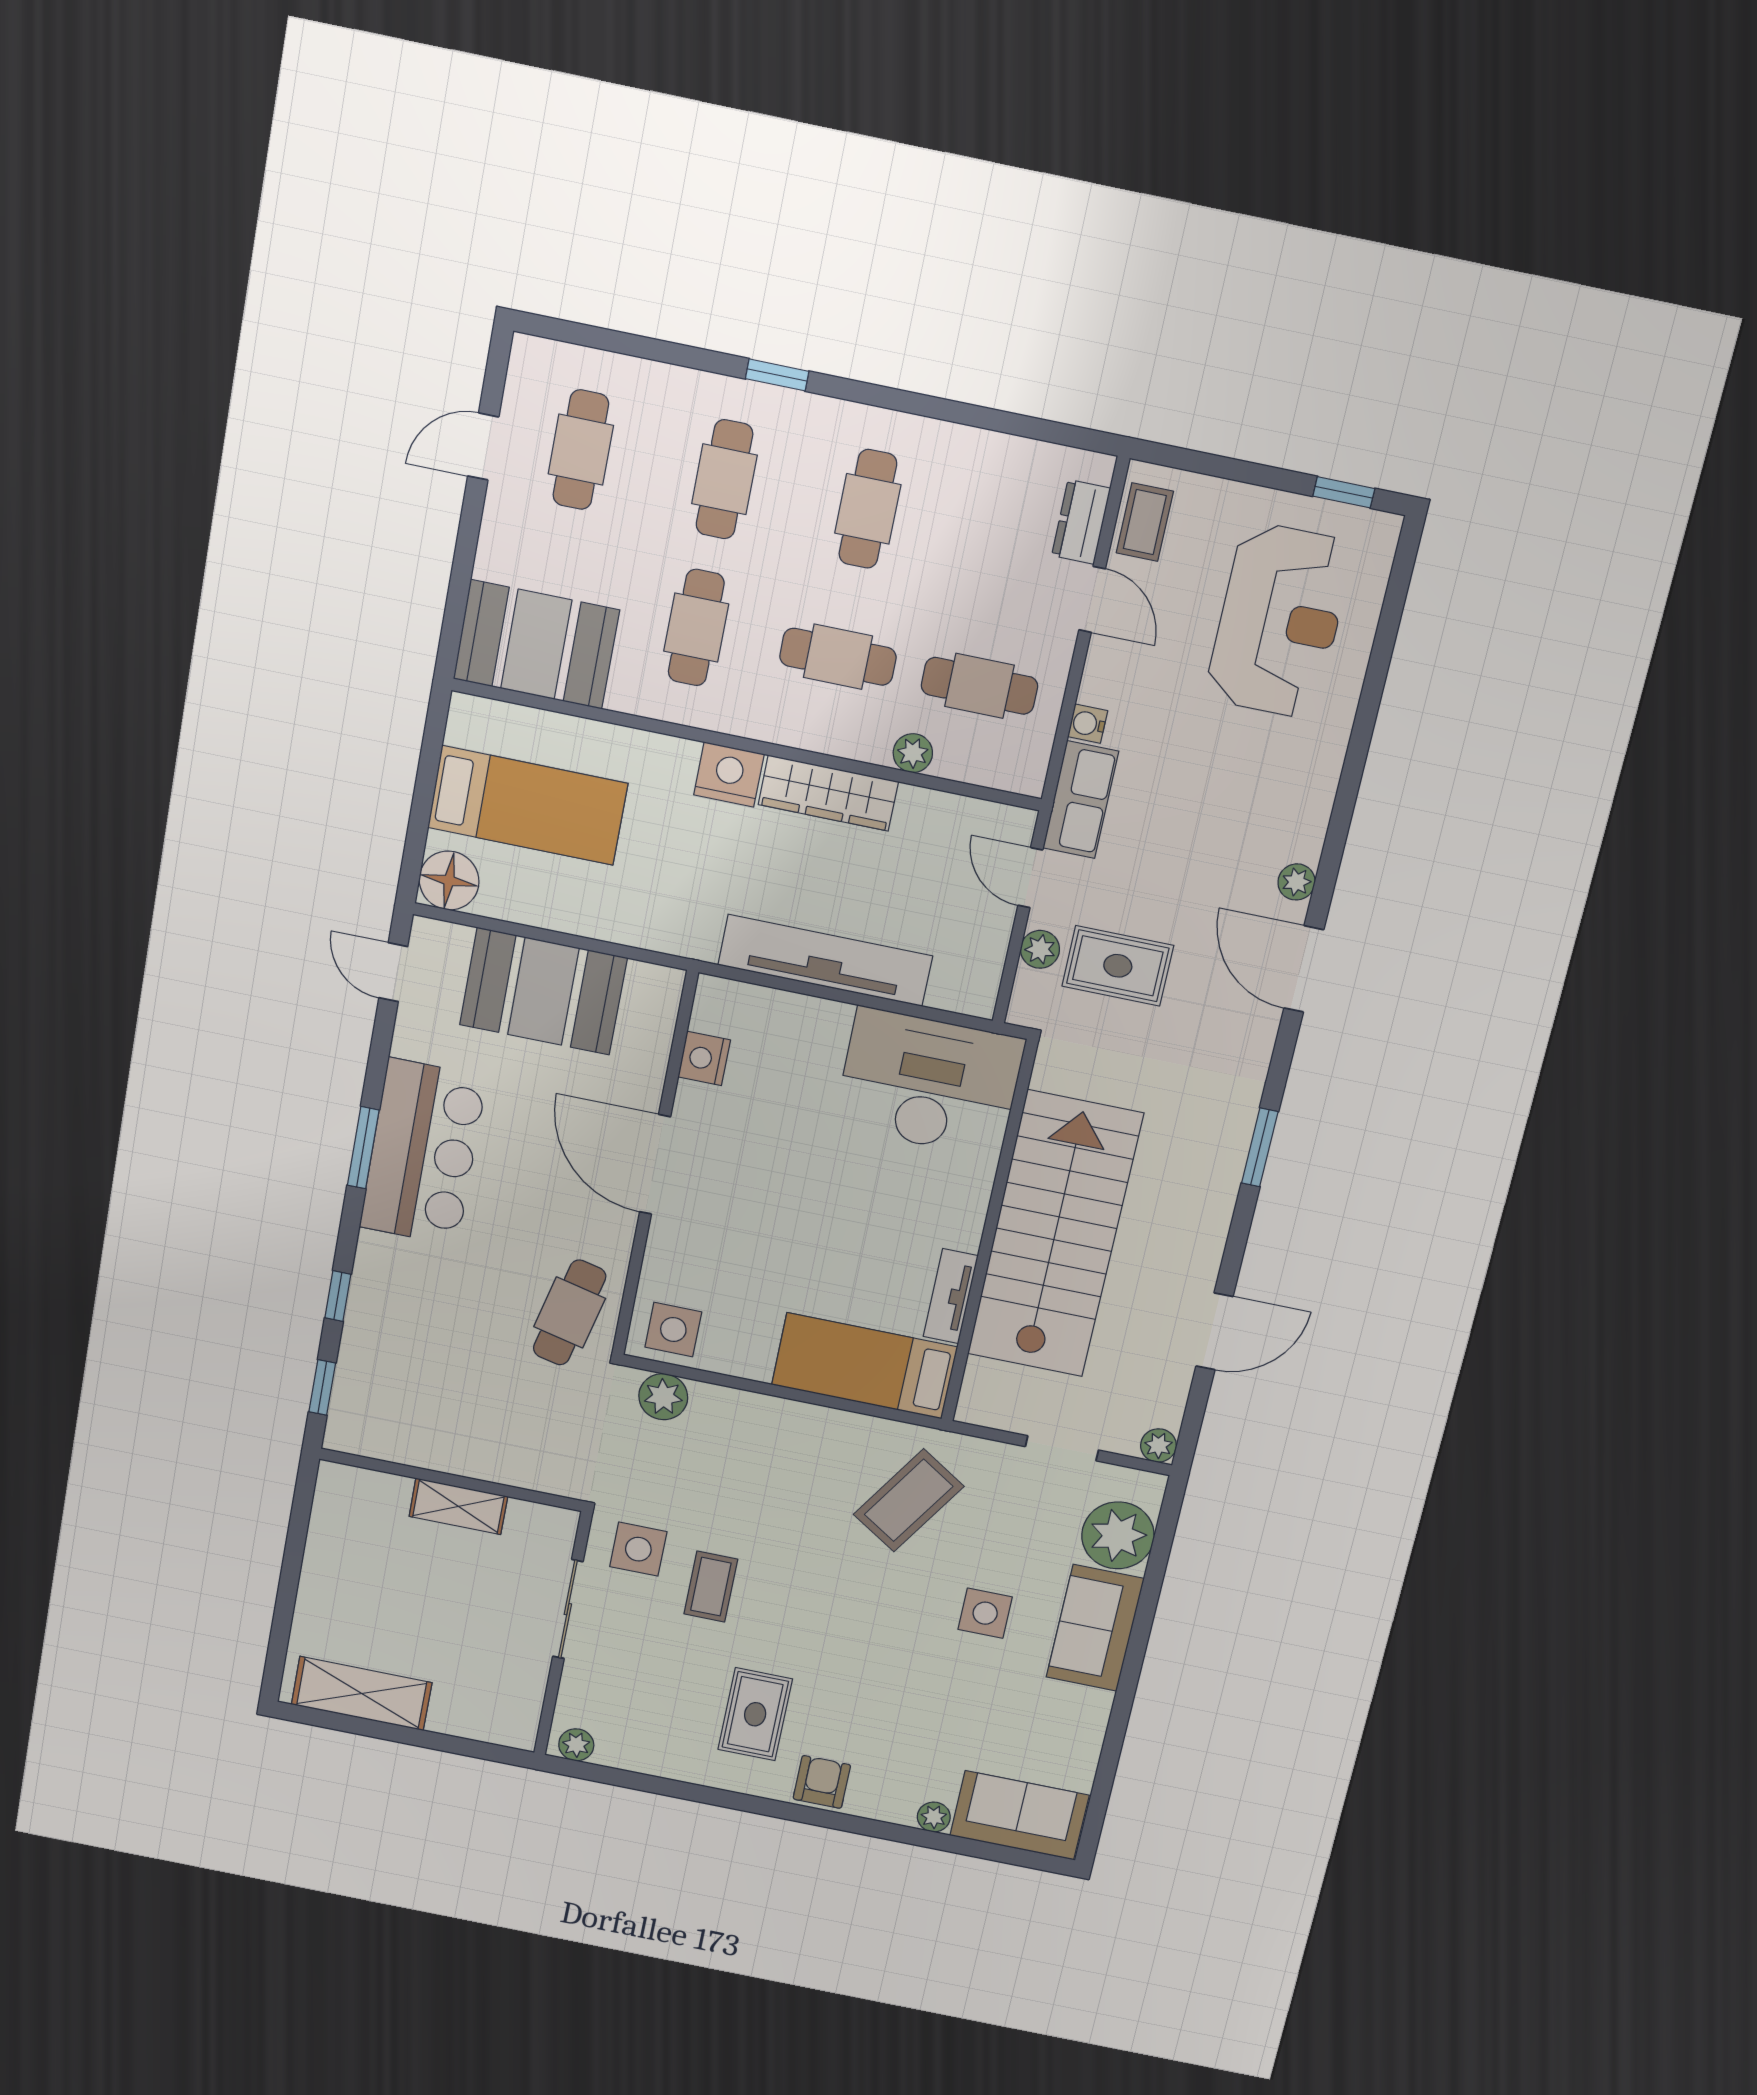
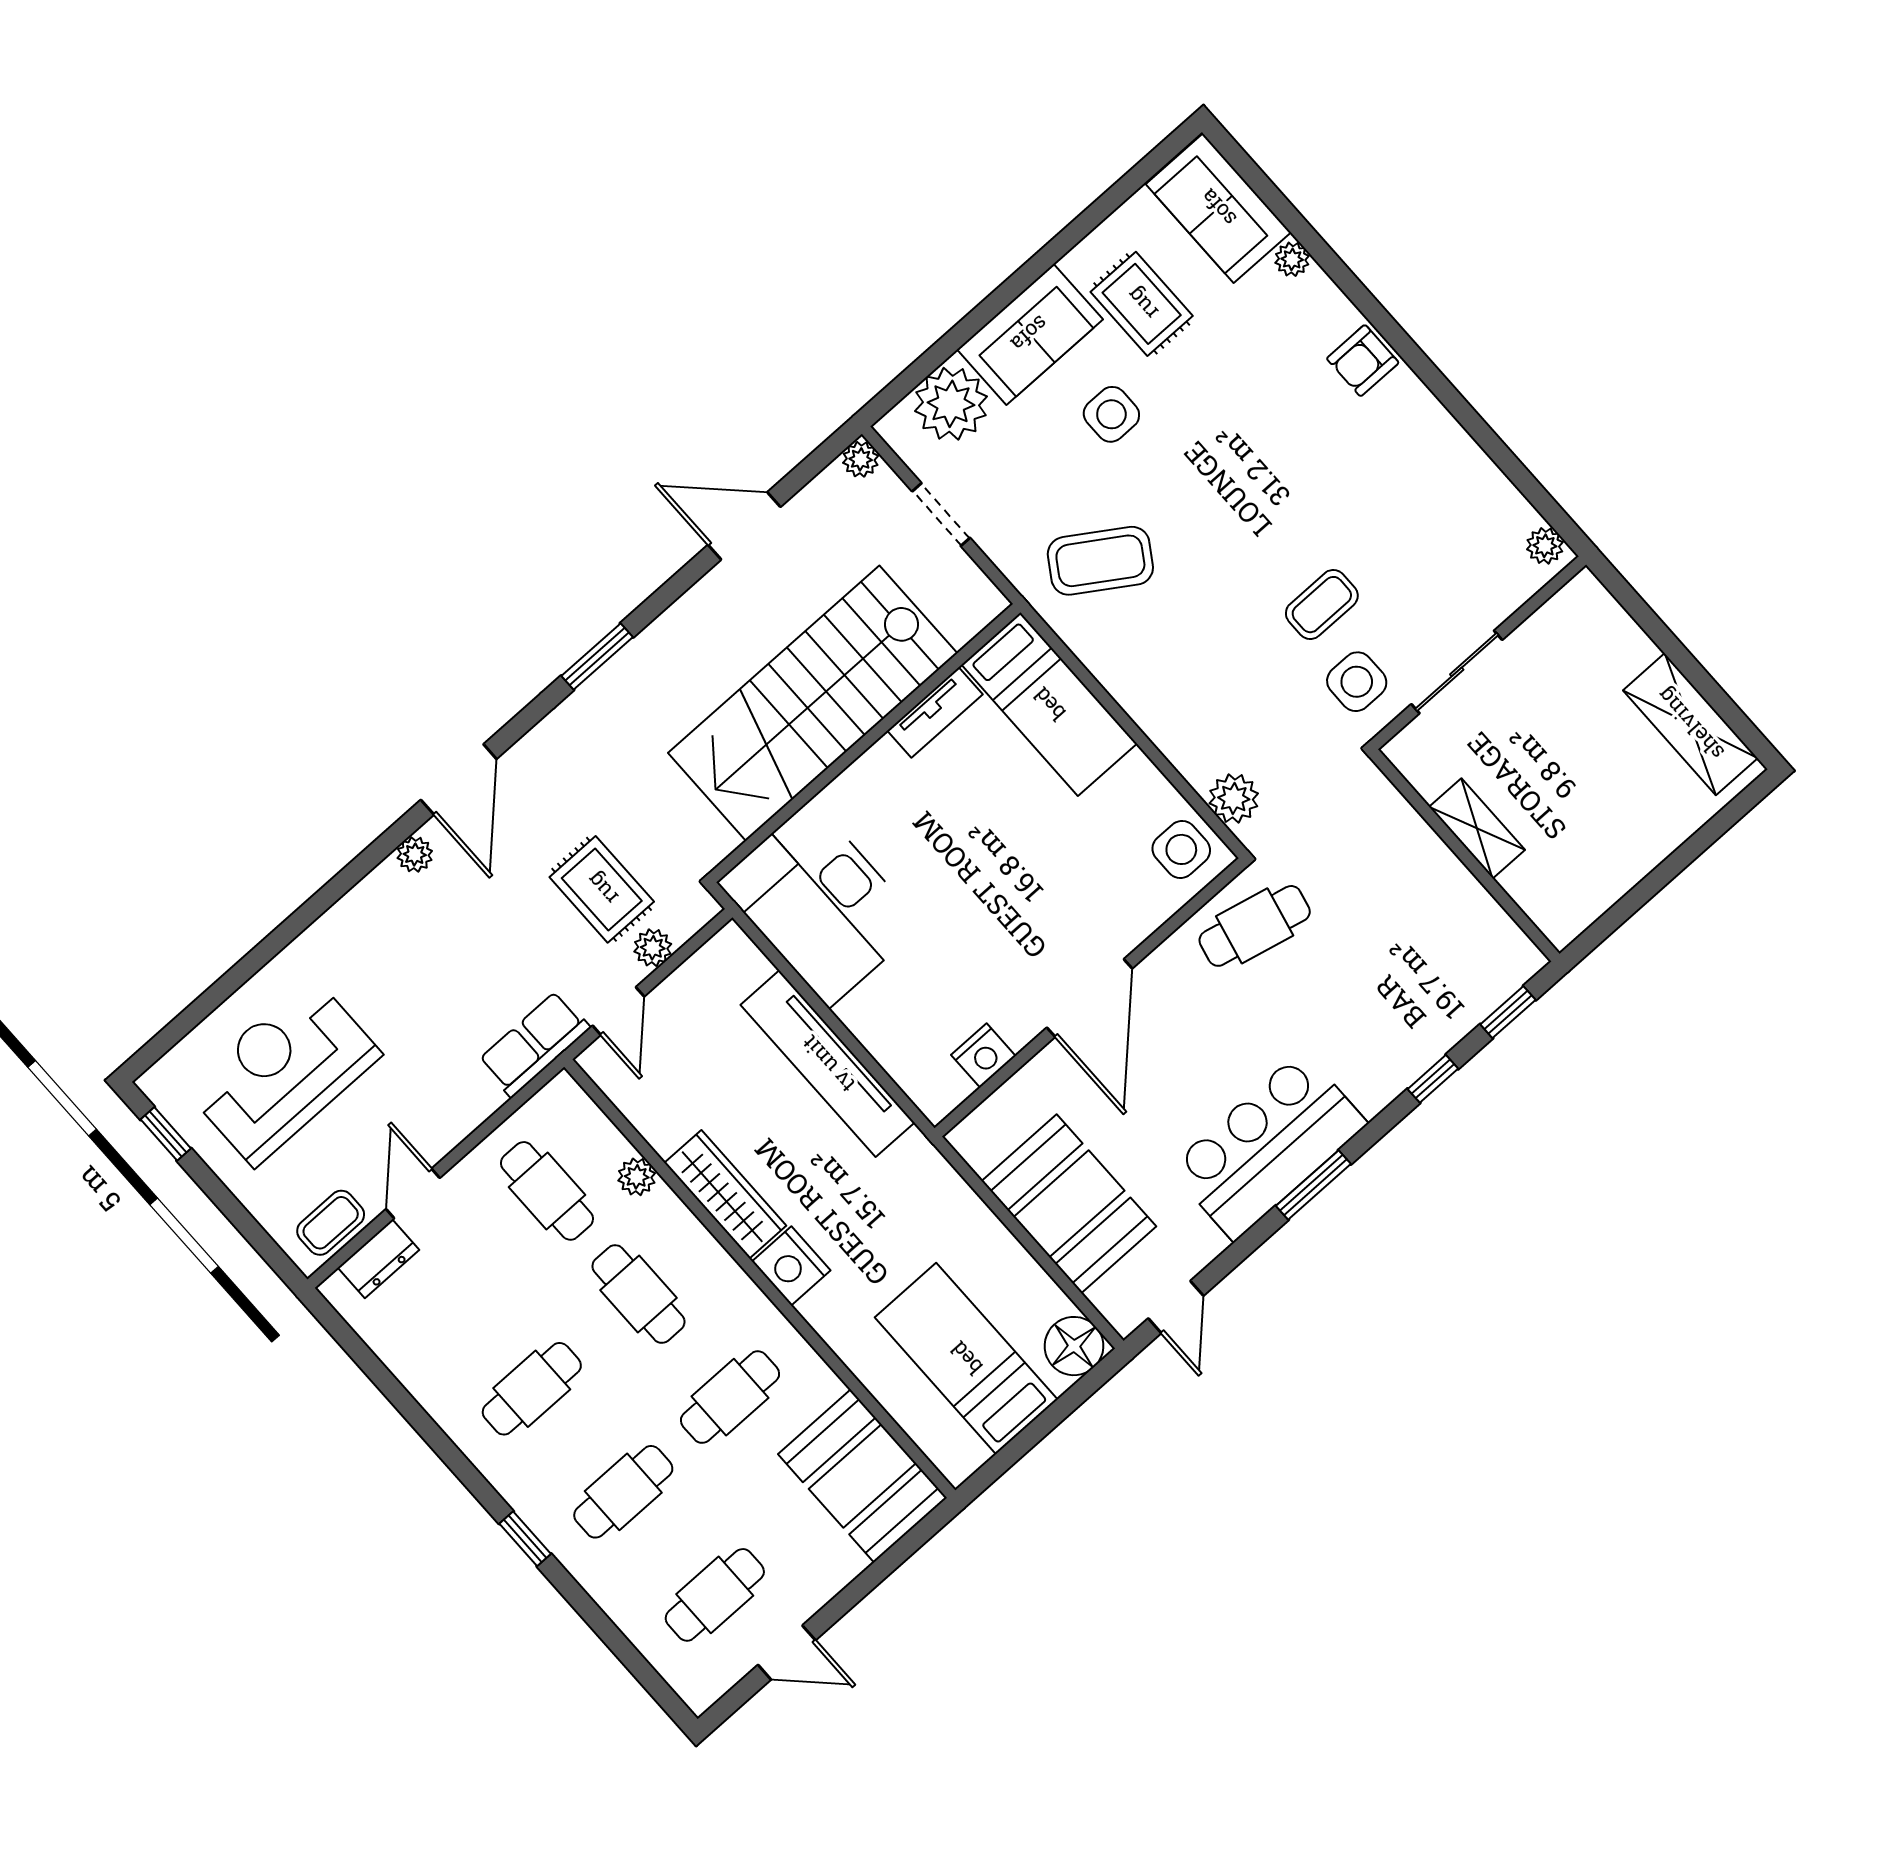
water cooler: (1088, 724) -> (486, 1100), removed
rug: (755, 1714) -> (1142, 304), moved, turned 90

